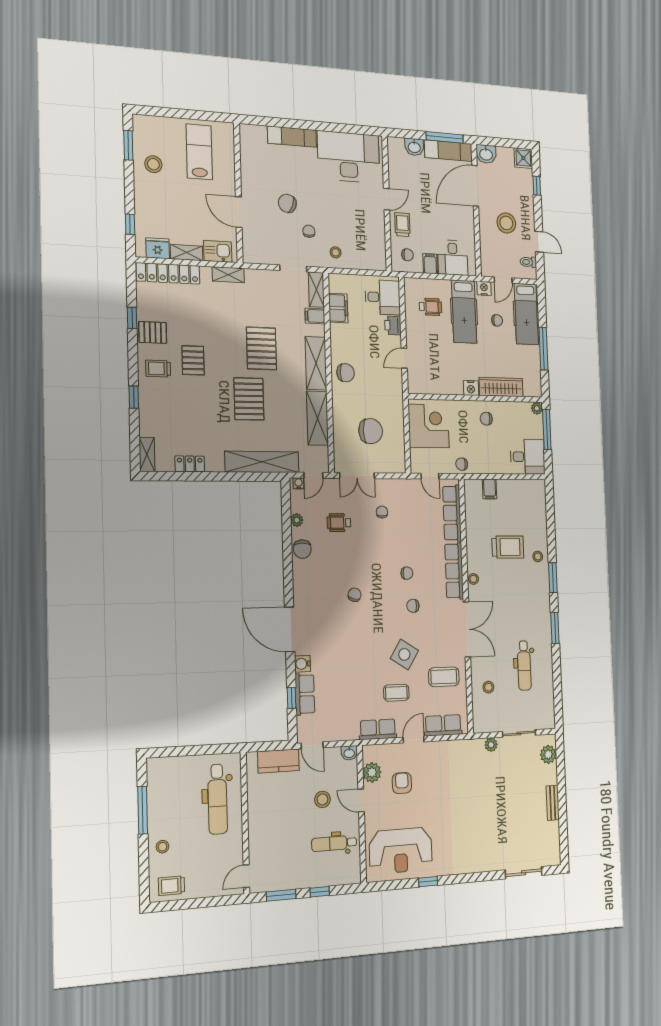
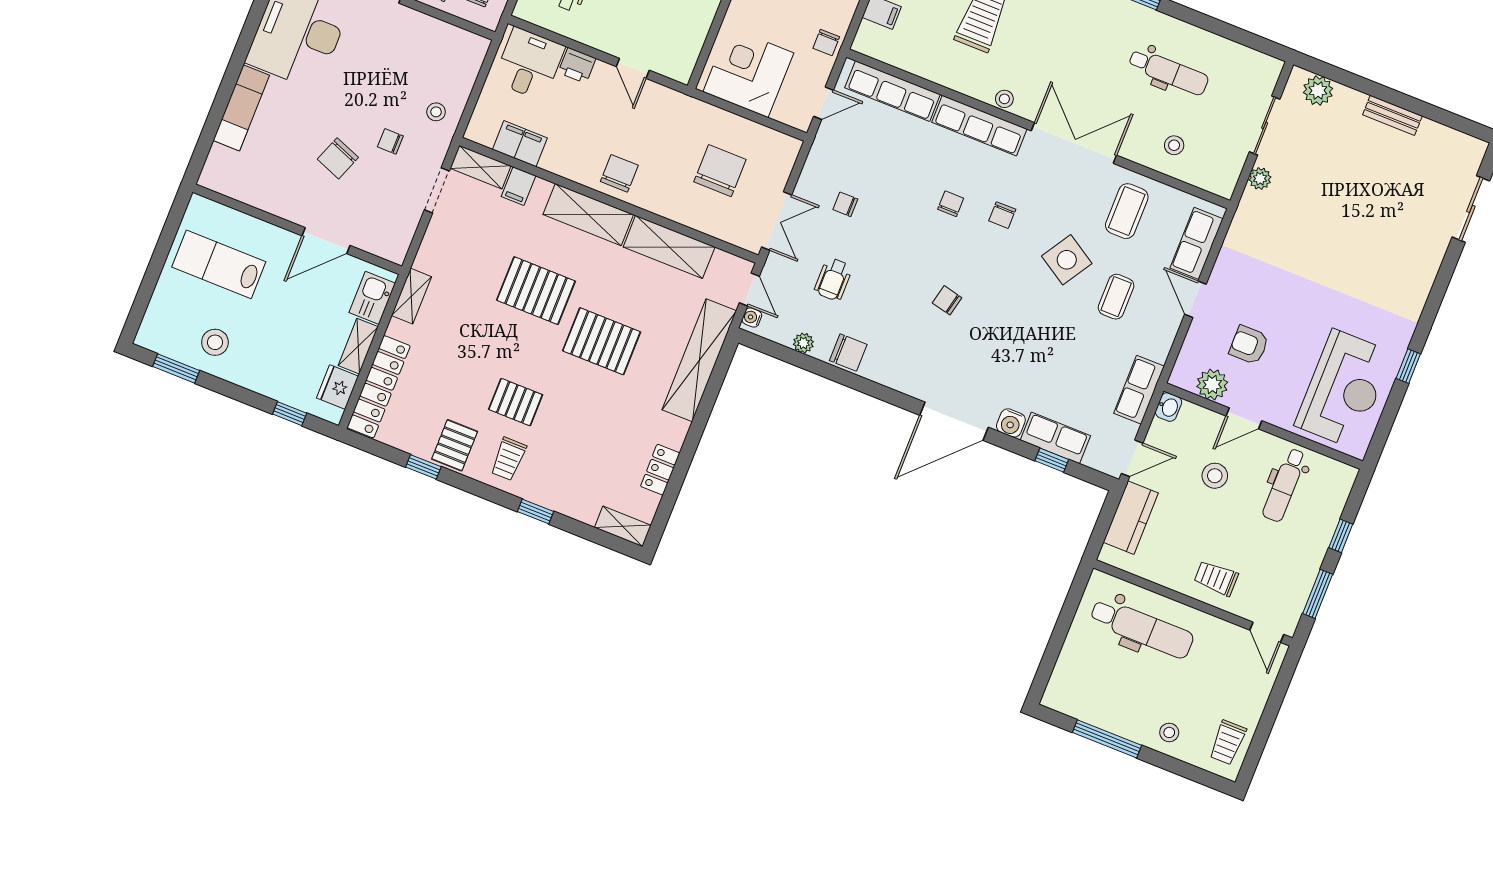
row of seats: (378, 729) -> (1139, 390), moved
trolley: (265, 830) -> (1216, 578), added

